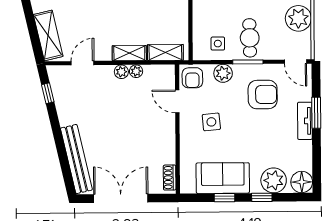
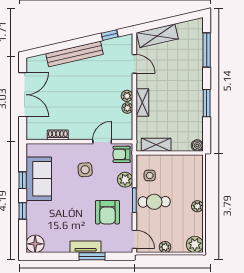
plant: (298, 18) -> (165, 247), width x0.53, depth x0.53
shelving: (165, 52) -> (156, 145), moved, turned 90
door: (295, 62) -> (134, 239), swing flipped
bench: (76, 159) -> (75, 54), moved
shoe rack: (170, 178) -> (58, 135), moved
plant: (274, 180) -> (37, 221), removed

